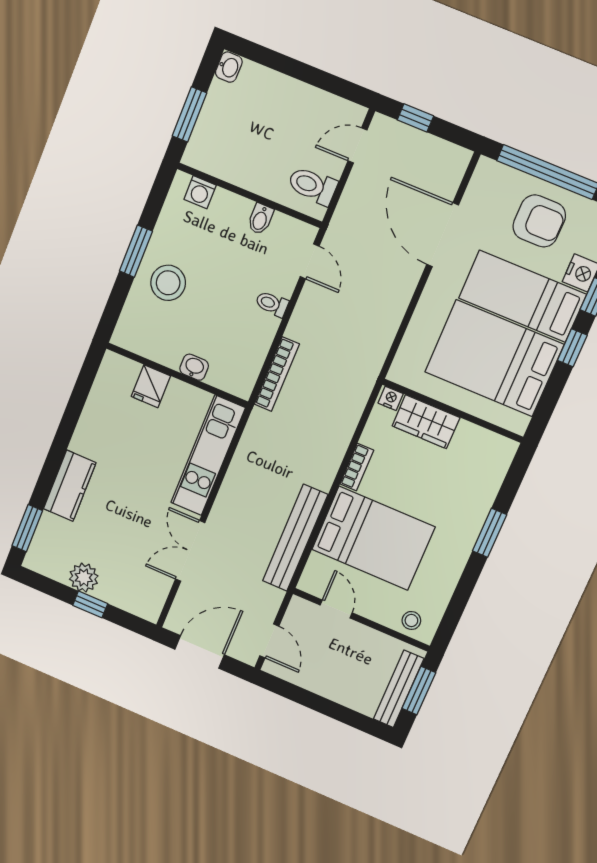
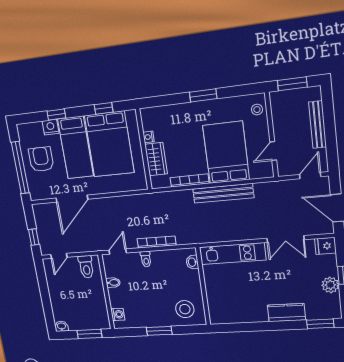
door: (357, 145) -> (59, 256), hinge flipped
stool: (168, 283) -> (185, 309), moved
window: (572, 348) -> (104, 108), moved
washbasin: (194, 367) -> (192, 262), moved
bookcase: (277, 374) -> (157, 242), moved
fridge: (151, 386) -> (325, 246), moved, turned 180
nightstand: (391, 398) -> (148, 137), moved
bookcase: (357, 467) -> (190, 181), width x1.56
window: (490, 533) -> (203, 95), moved
bench: (295, 538) -> (223, 193), moved
bench: (399, 689) -> (318, 125), moved, turned 90

